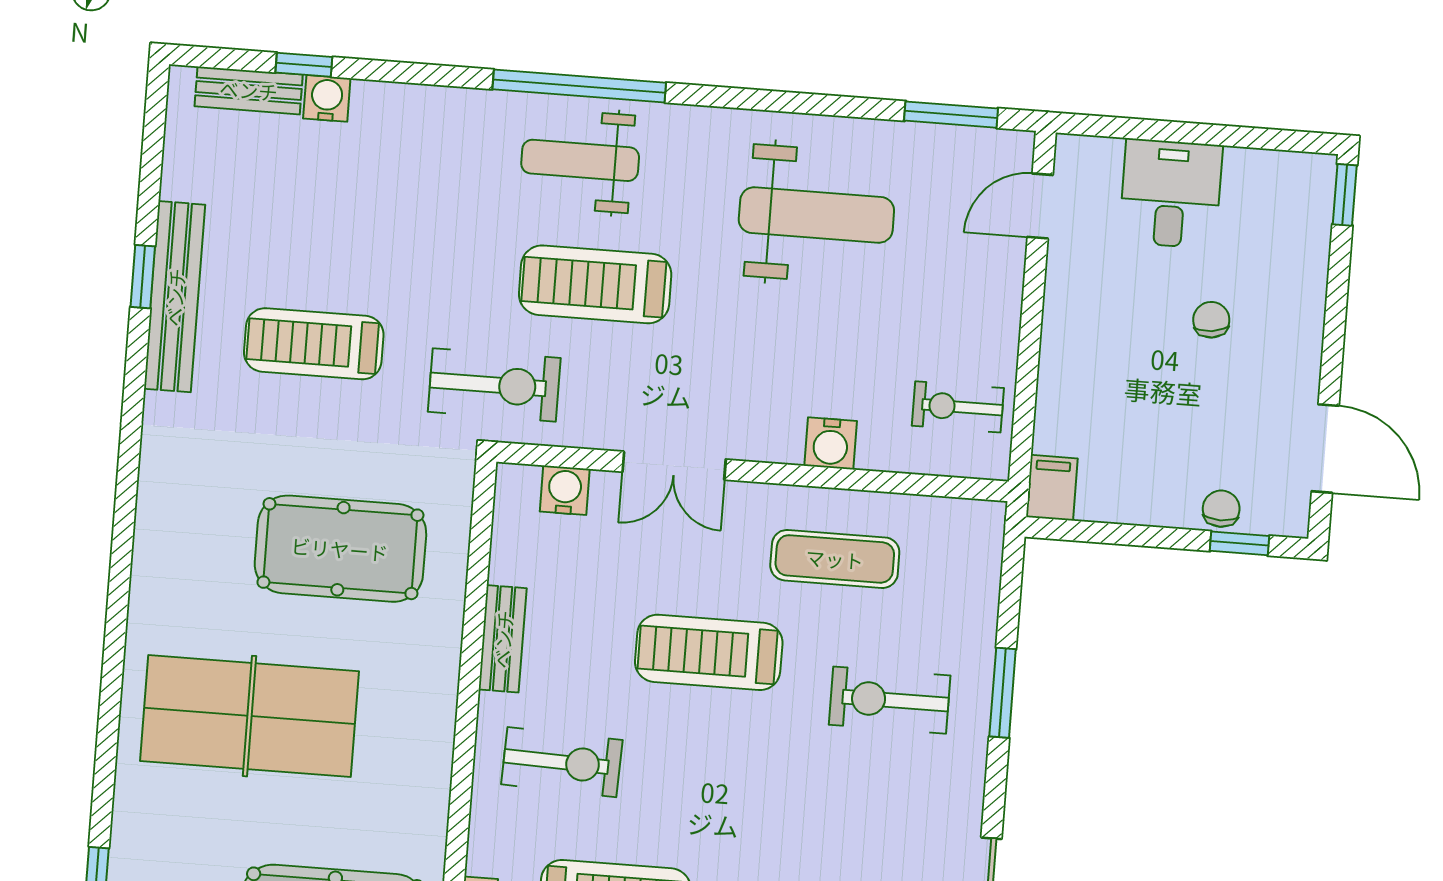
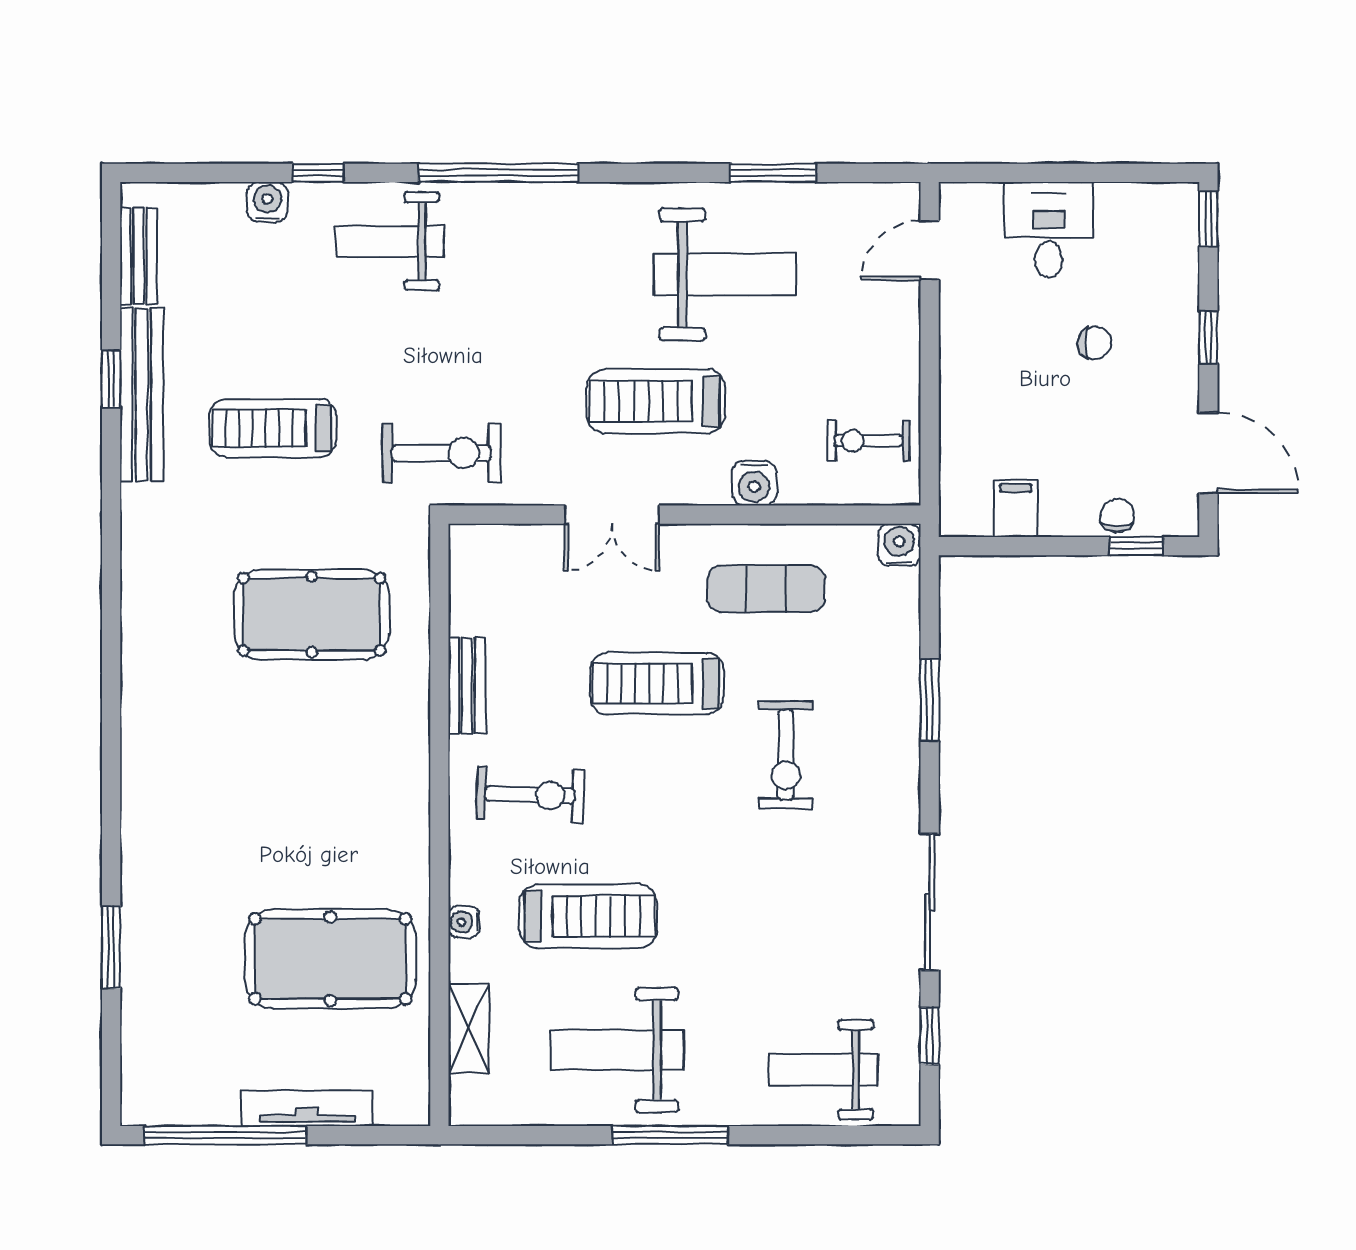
window: (304, 65) -> (318, 173), moved
bench: (249, 90) -> (139, 256), moved, turned 90
window: (951, 115) -> (773, 173), moved
weight bench: (580, 160) -> (390, 241), moved
treadmill: (595, 284) -> (656, 401), moved
chair: (1211, 320) -> (1095, 343), turned 97
window: (1335, 323) -> (1208, 337), added
filing cabinet: (1052, 488) -> (1016, 508), moved
water cooler: (565, 490) -> (899, 545), moved
exercise bike: (890, 700) -> (786, 755), moved, turned -90
table tennis table: (249, 716) -> (240, 774), removed

